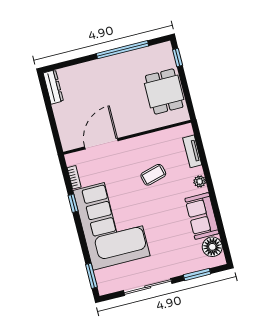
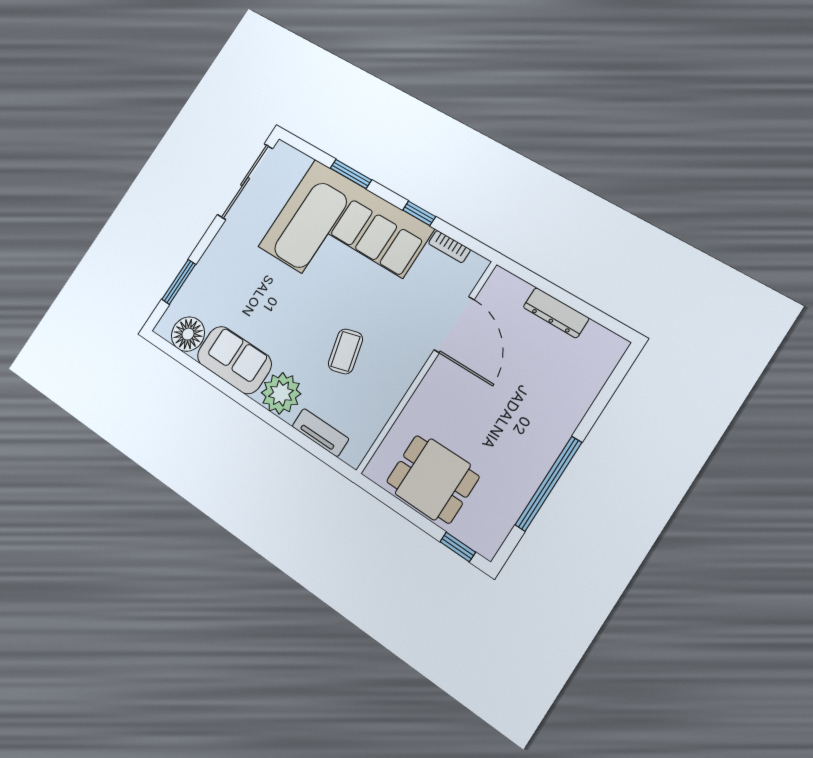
dresser: (53, 87) -> (556, 313), moved
plant: (200, 181) -> (281, 393), width x1.88, depth x1.88
window: (91, 276) -> (351, 174), moved
sliding door: (148, 287) -> (245, 182), moved

